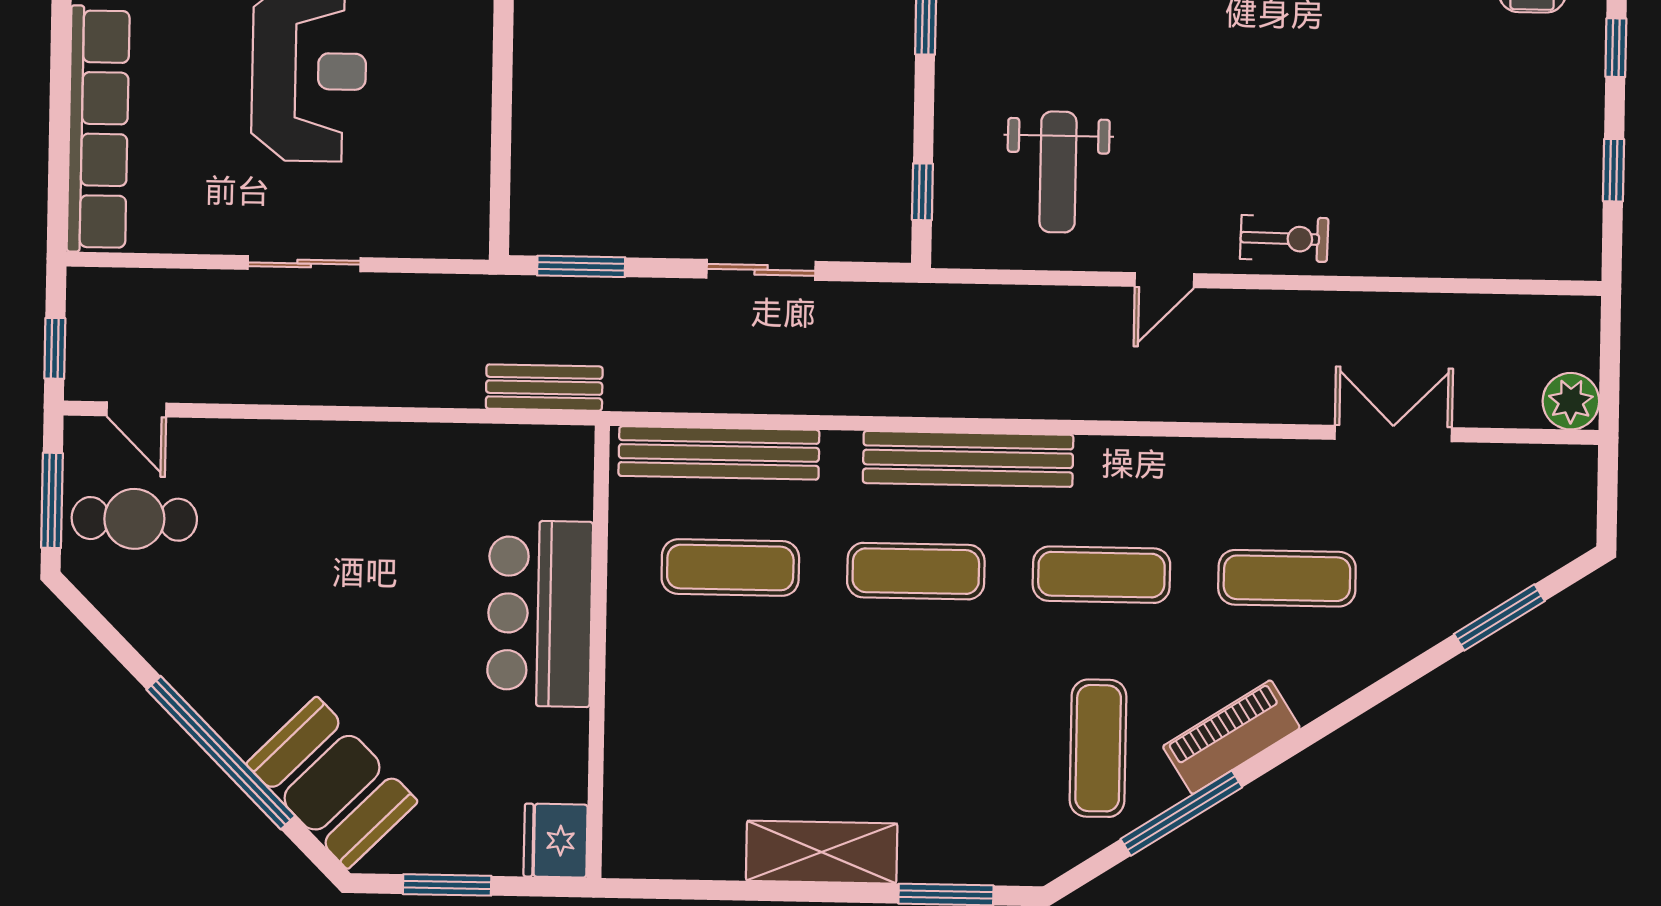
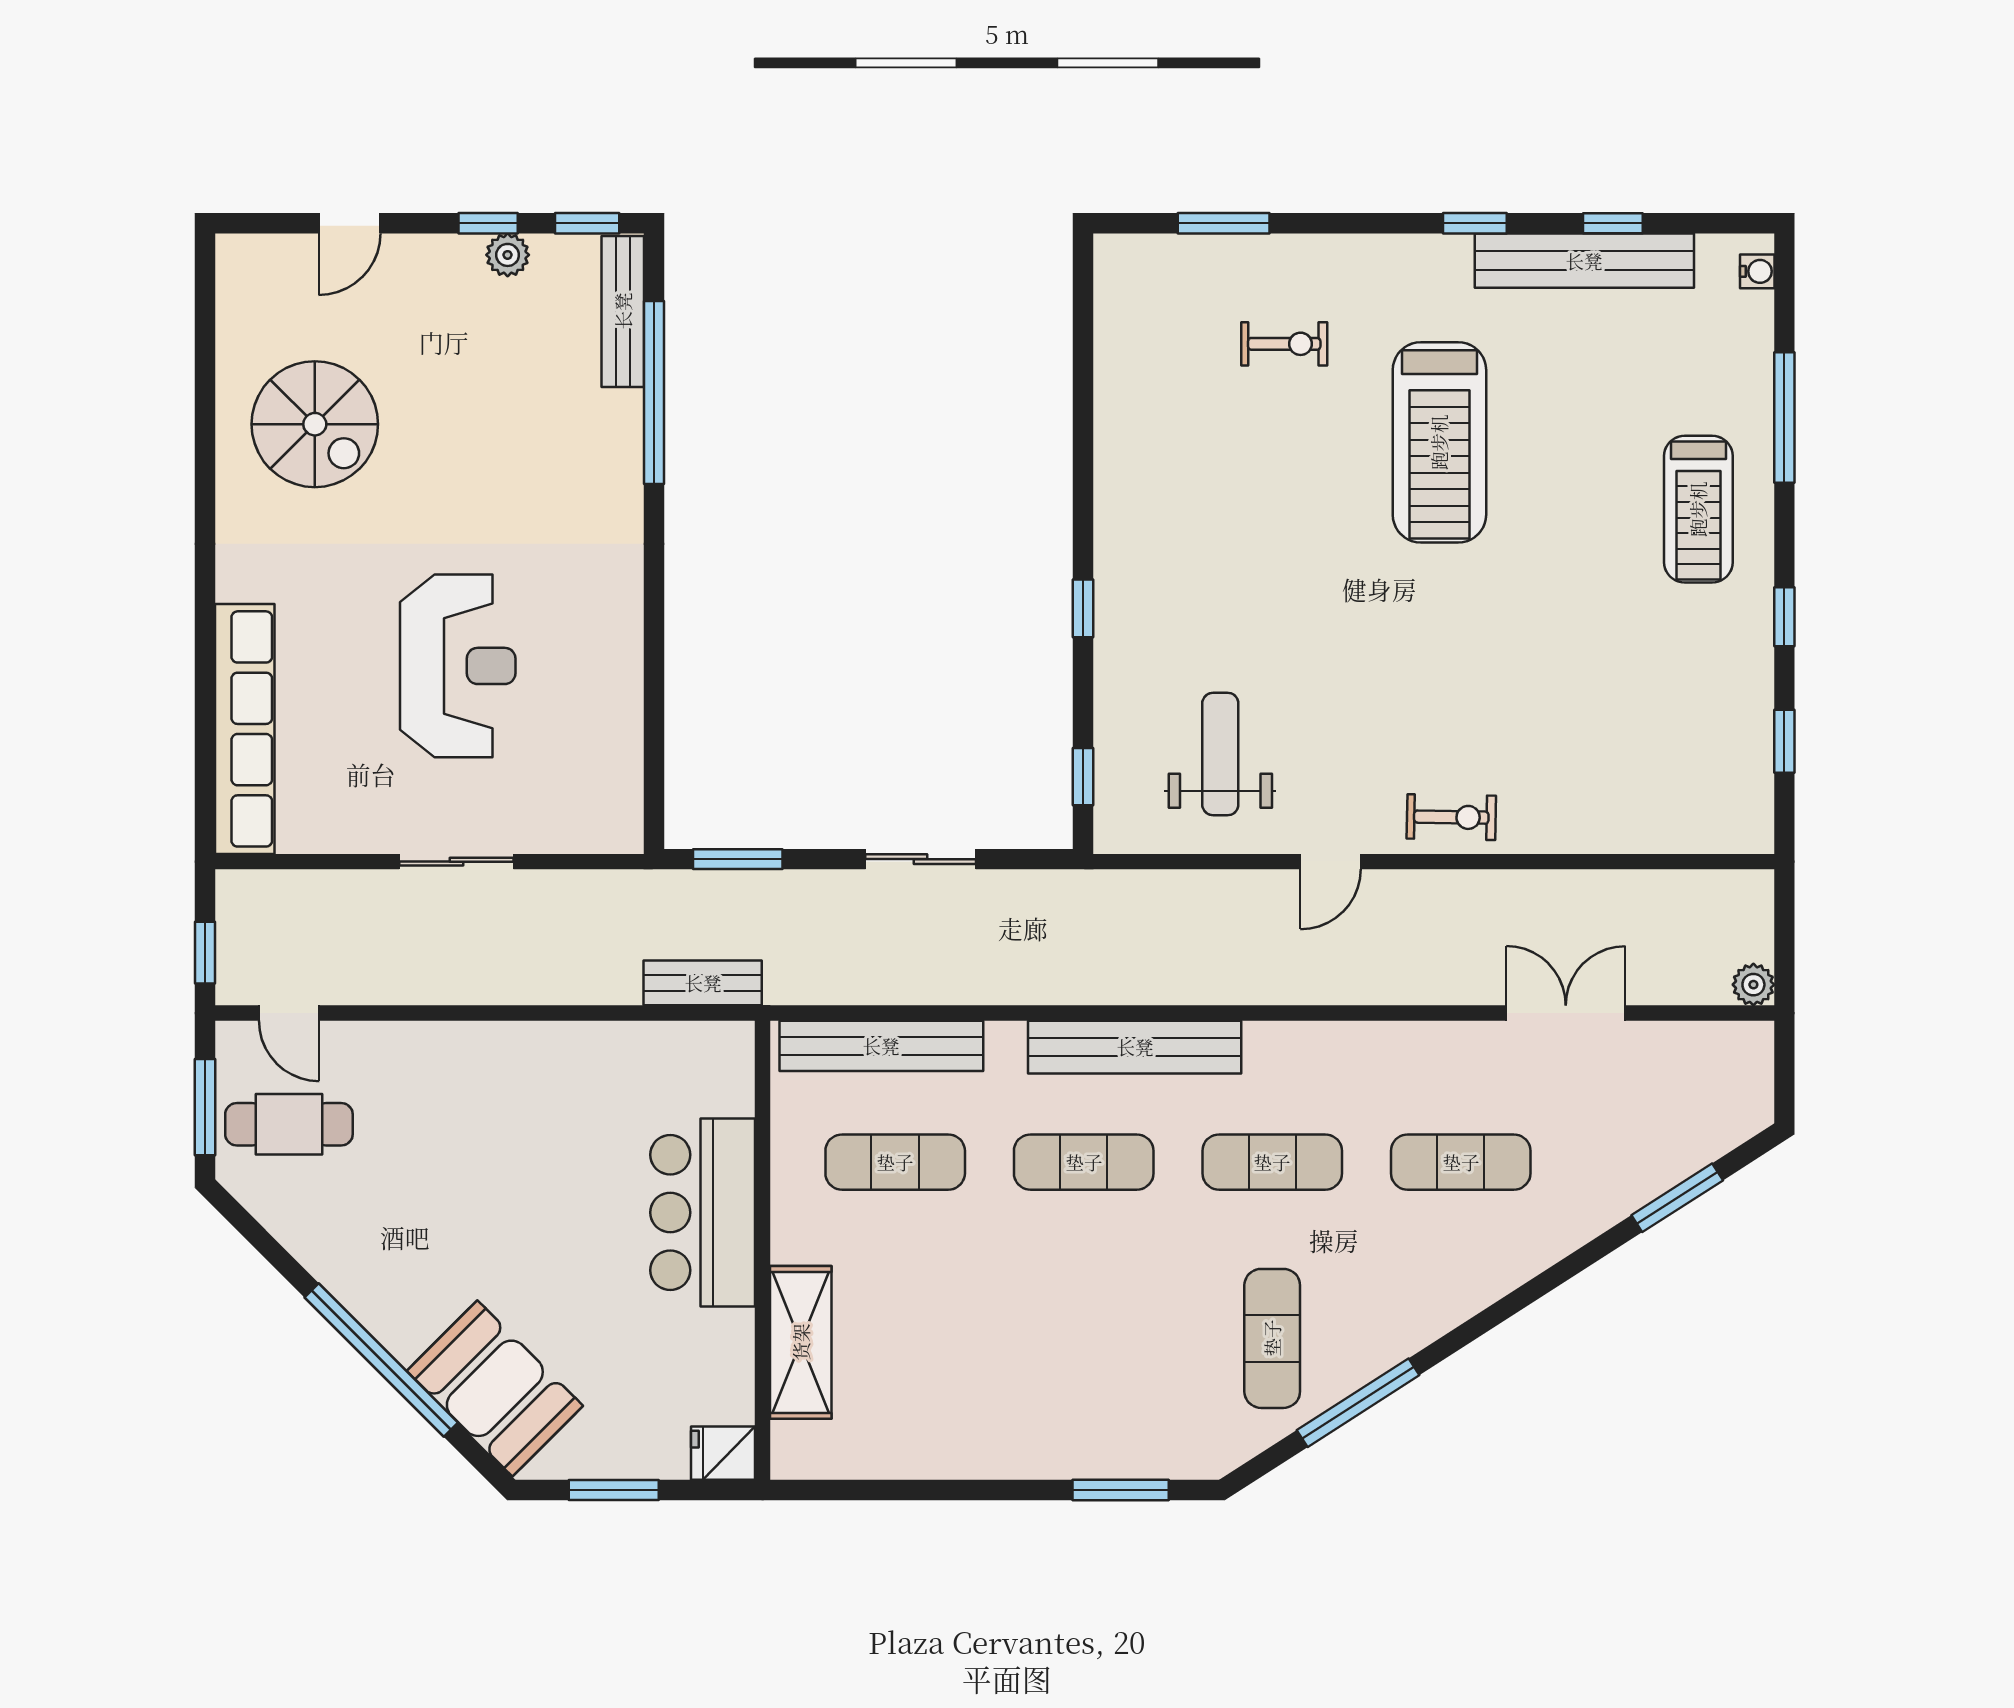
weight bench: (1058, 172) -> (1220, 754), turned 180
plant: (1571, 401) -> (1753, 985), width x0.73, depth x0.73
piano: (1231, 737) -> (1407, 1325), removed
fridge: (556, 841) -> (723, 1453), width x0.72
shelving: (822, 852) -> (801, 1342), moved, turned 90

